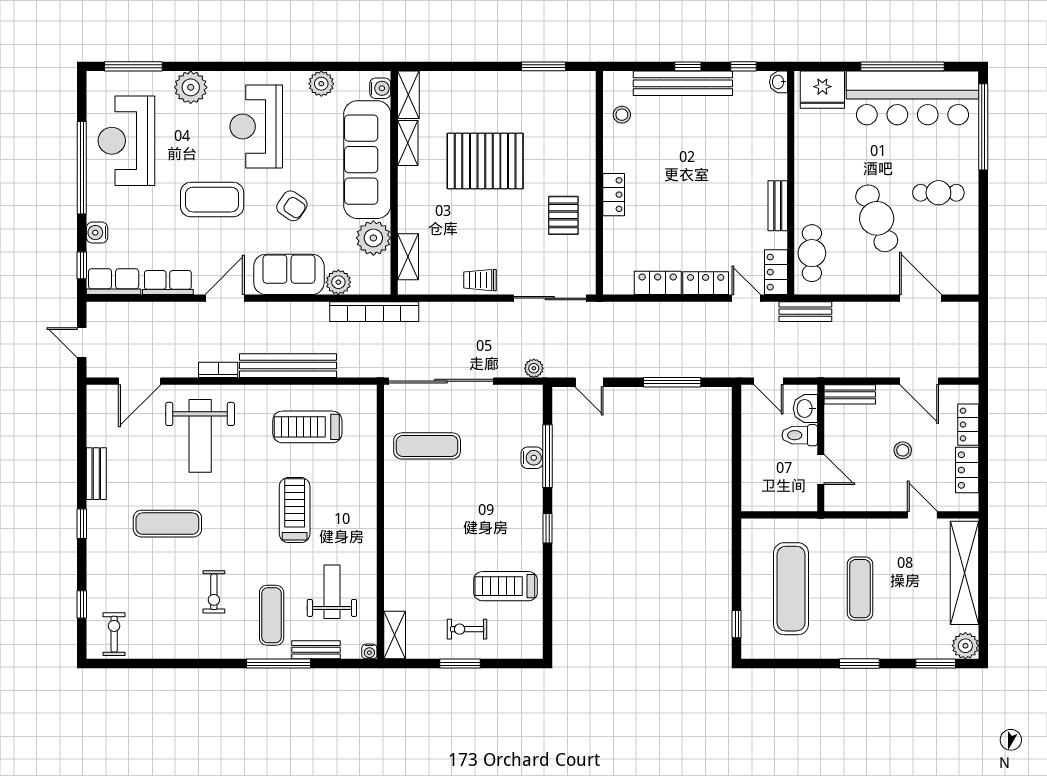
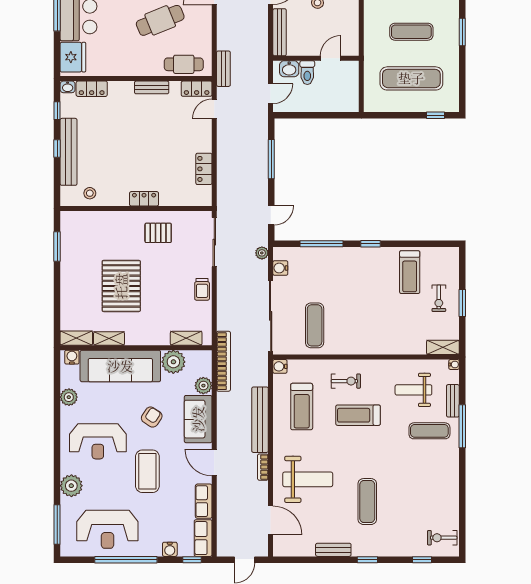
locker: (706, 283) -> (92, 89), moved, turned -90
bench: (850, 394) -> (280, 32), width x1.36
water cooler: (367, 395) -> (280, 366), added
water cooler: (532, 458) -> (280, 268), moved, turned -90
exercise bike: (214, 592) -> (346, 381), moved

